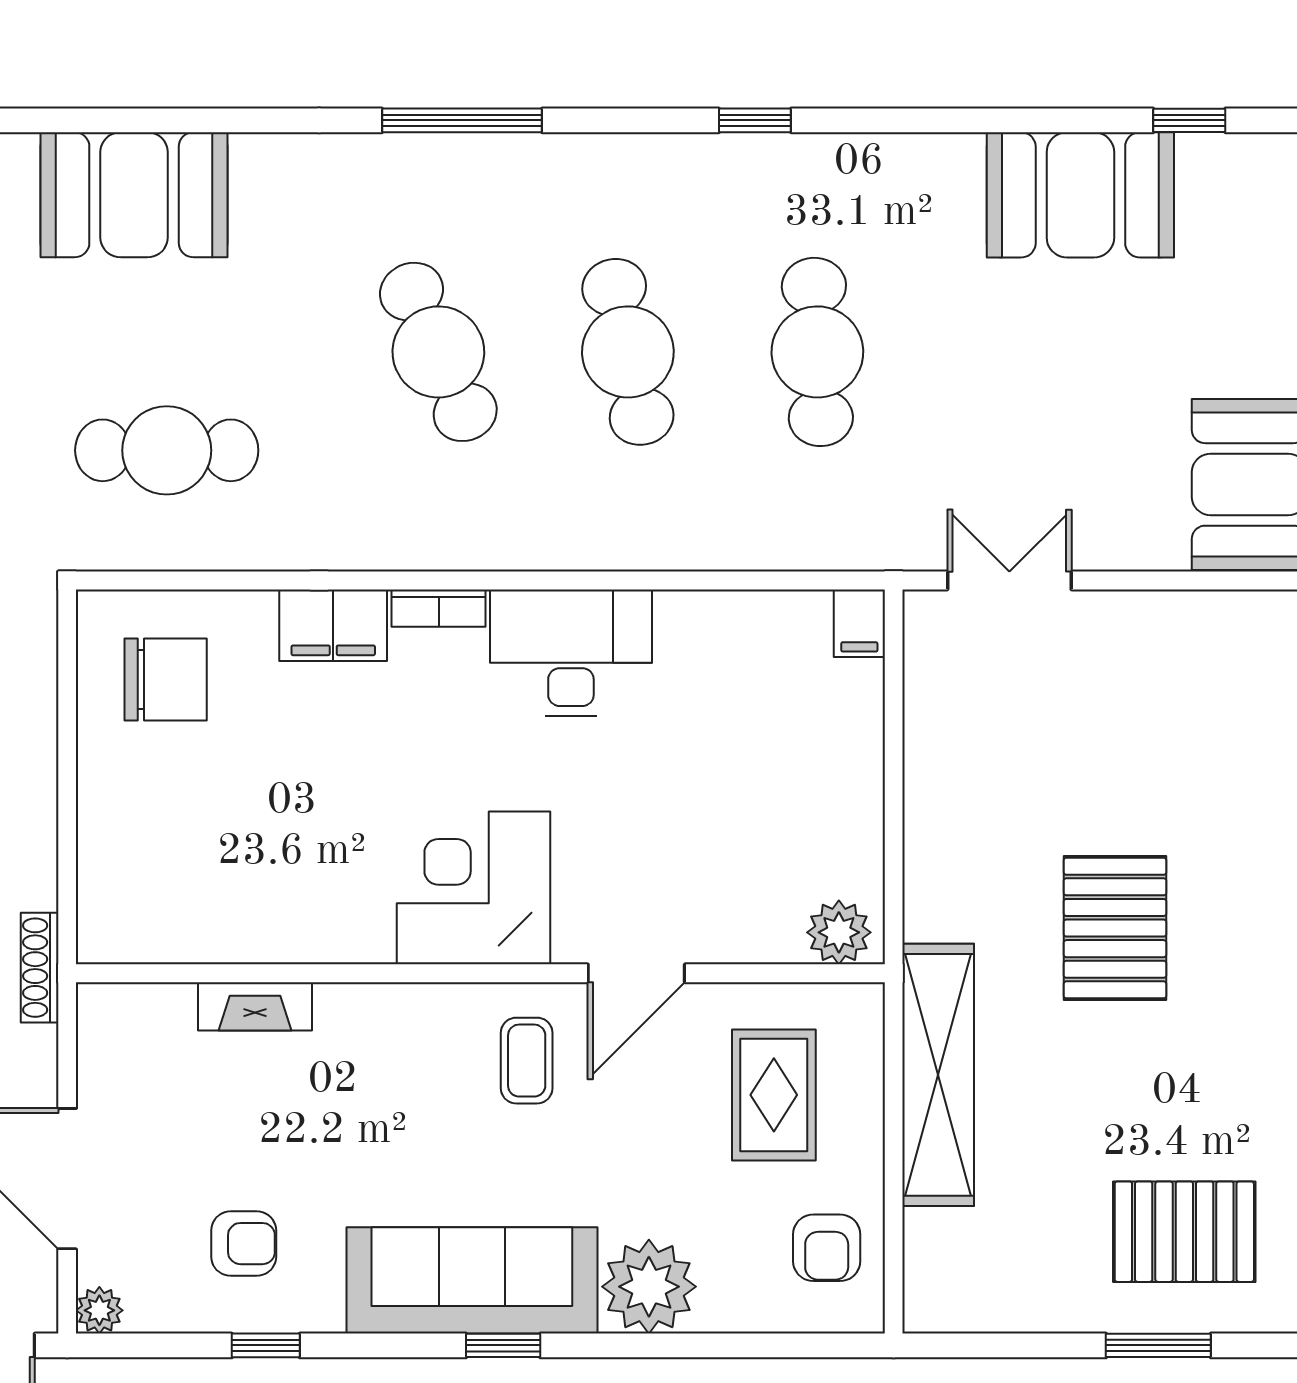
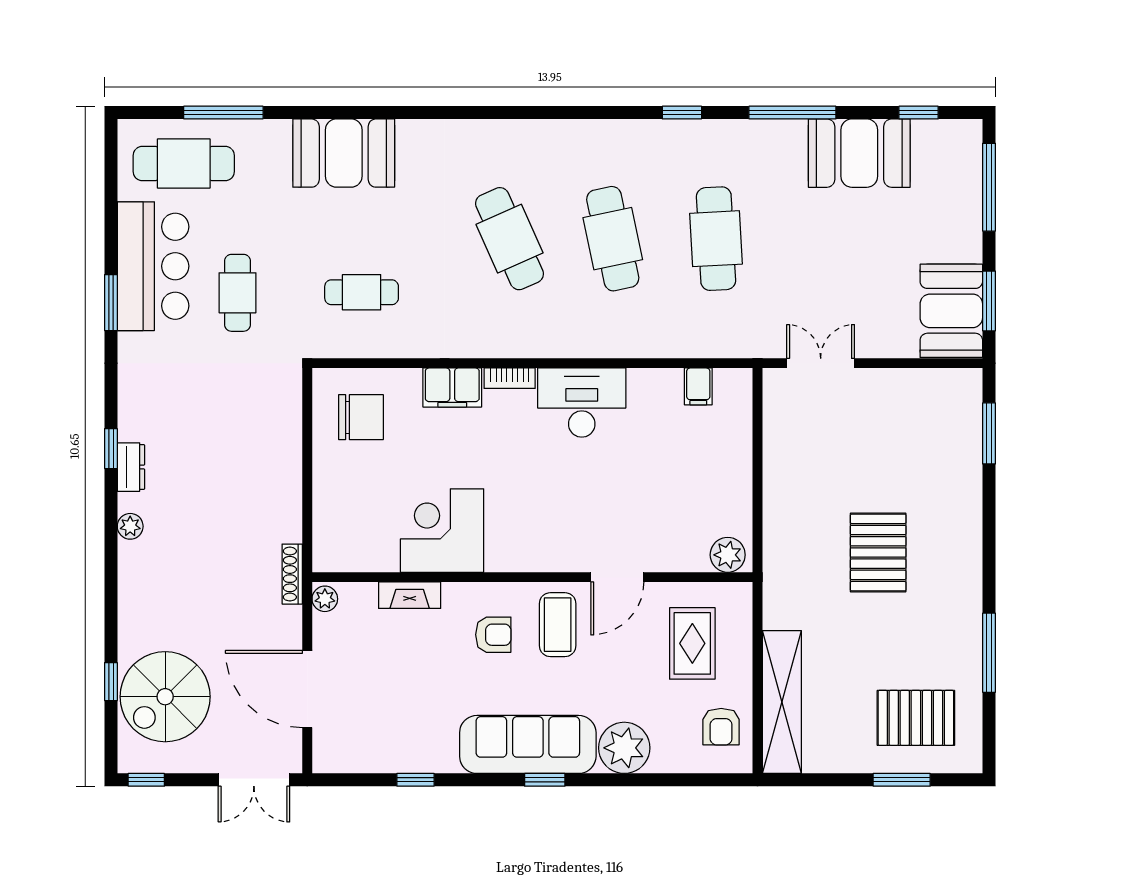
window: (462, 120) -> (792, 113), moved
cafe table: (167, 450) -> (362, 292), width x0.73, depth x0.74
filing cabinet: (859, 623) -> (698, 386), moved
corner desk: (474, 888) -> (442, 531), moved
coffee table: (527, 1061) -> (558, 625), width x1.36, depth x1.30
shelving: (938, 1075) -> (782, 702), moved
armchair: (244, 1244) -> (493, 635), moved
plant: (99, 1310) -> (325, 599), moved

